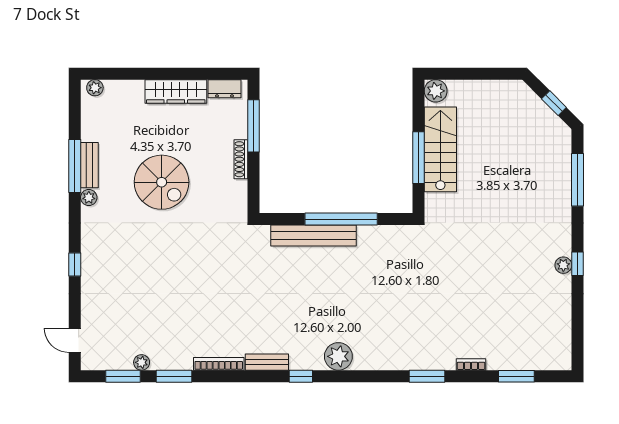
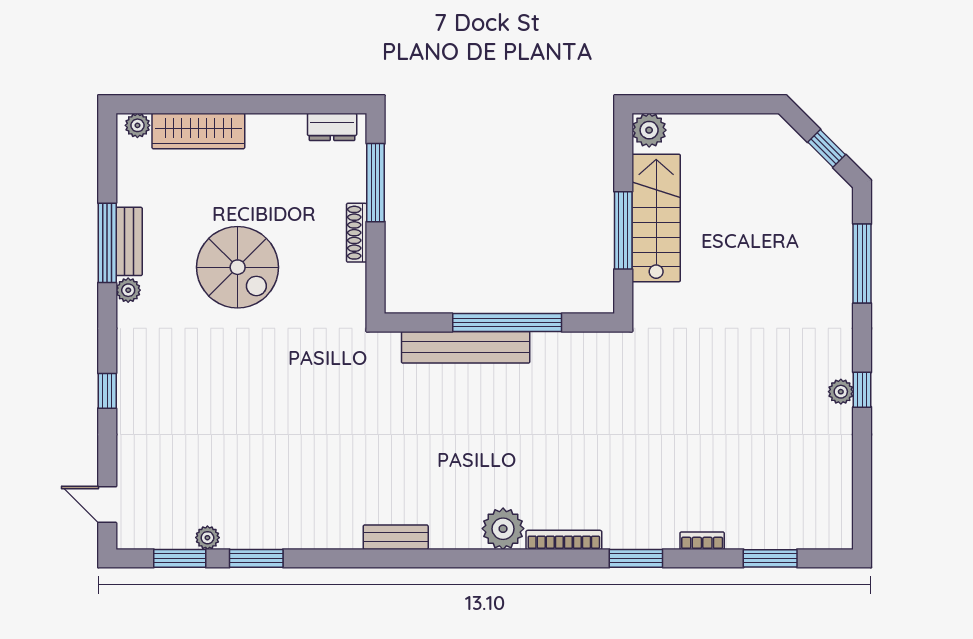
wardrobe: (176, 91) -> (198, 131), moved
bookcase: (219, 364) -> (564, 540), moved
window: (301, 376) -> (447, 558), removed

